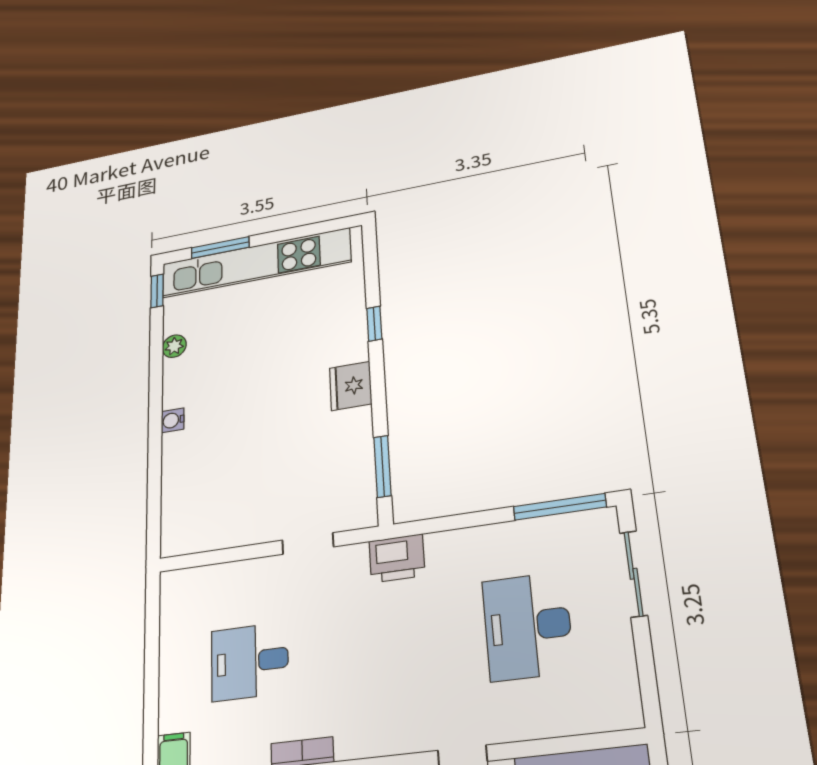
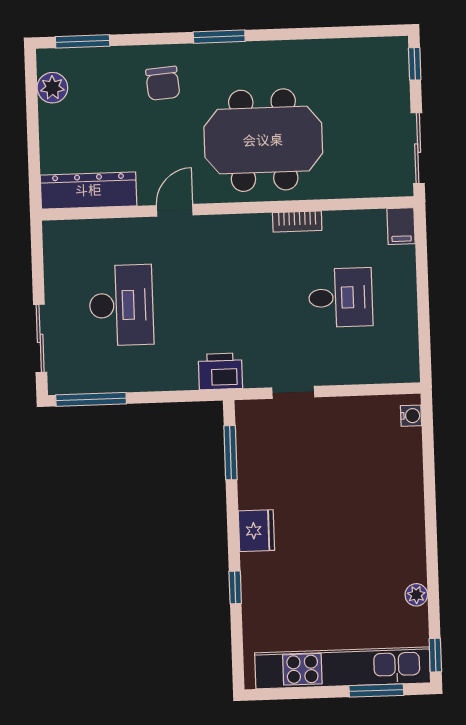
water cooler: (173, 420) -> (411, 416), moved

